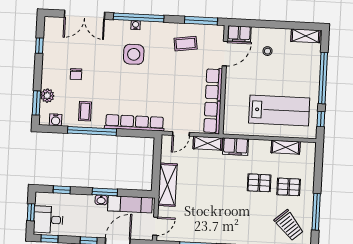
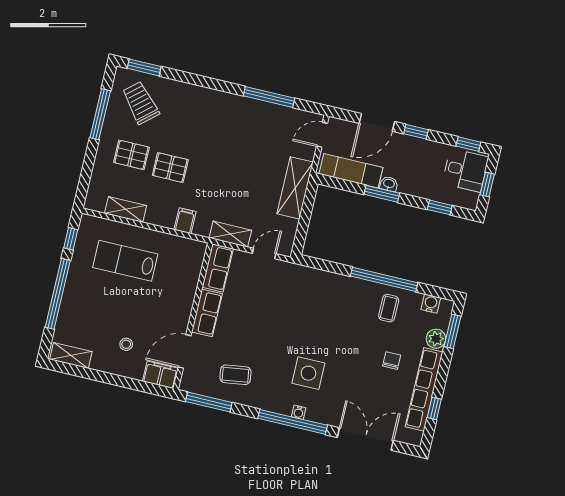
lab bench: (279, 110) -> (125, 261), width x0.73, depth x0.72
row of seats: (134, 123) -> (424, 389), moved, turned 90
filing cabinet: (235, 147) -> (185, 221), width x0.50

